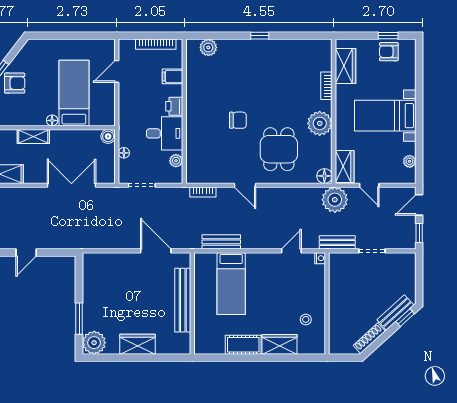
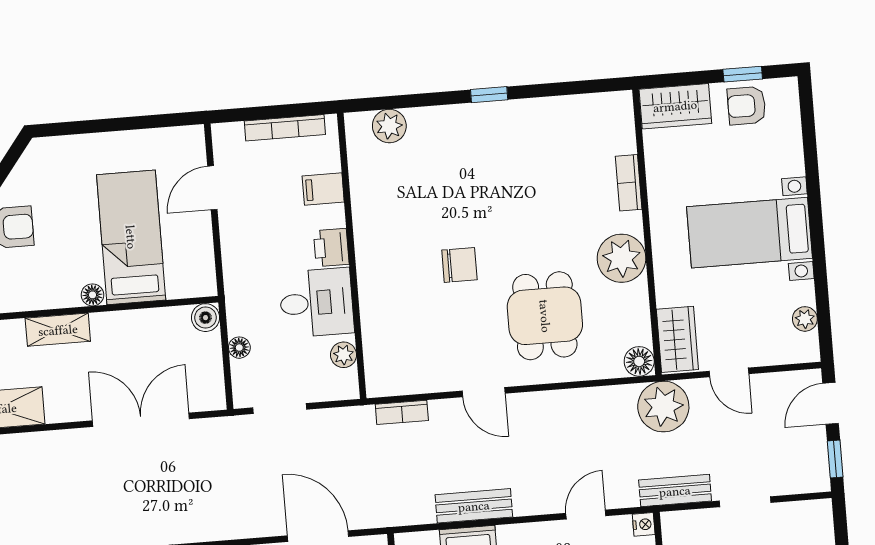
wardrobe: (345, 66) -> (675, 106), moved, turned 90
bench: (221, 242) -> (474, 506), moved

